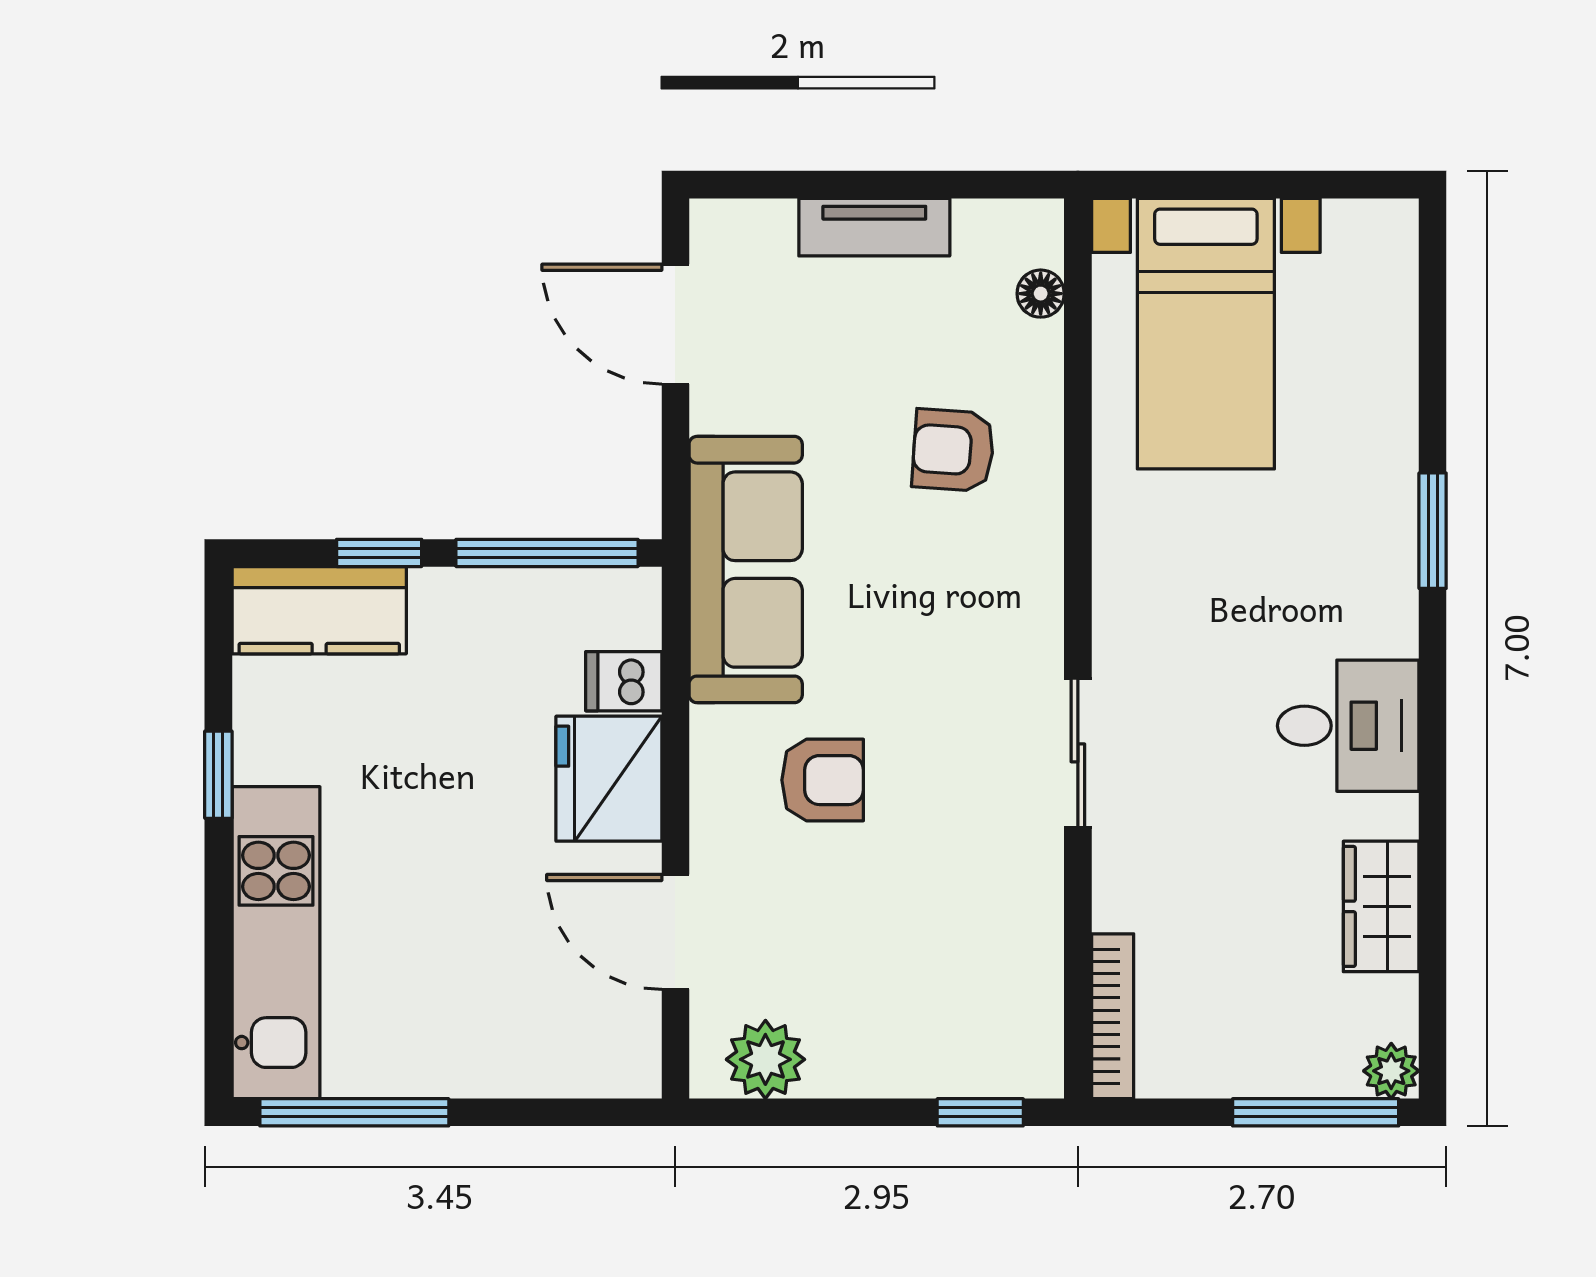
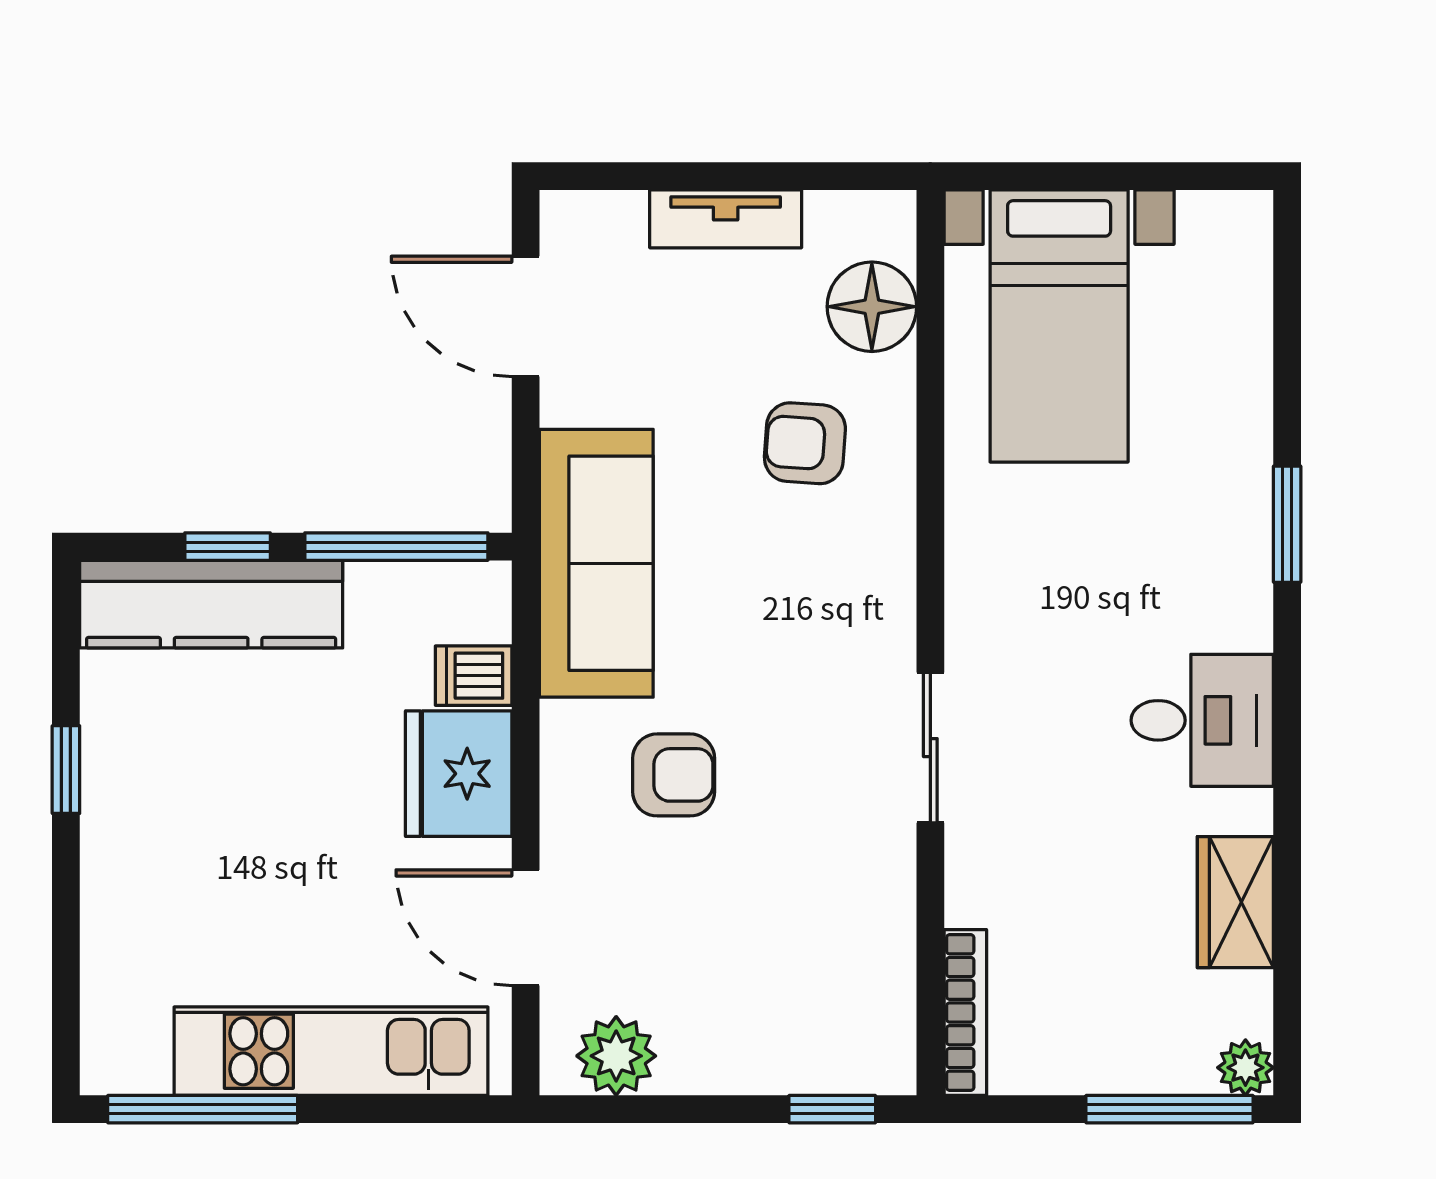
floor lamp: (1041, 294) -> (872, 307), width x1.89, depth x1.89
kitchen counter: (319, 610) -> (211, 604), width x1.50
kitchen unit: (276, 943) -> (331, 1051), moved, turned -90

